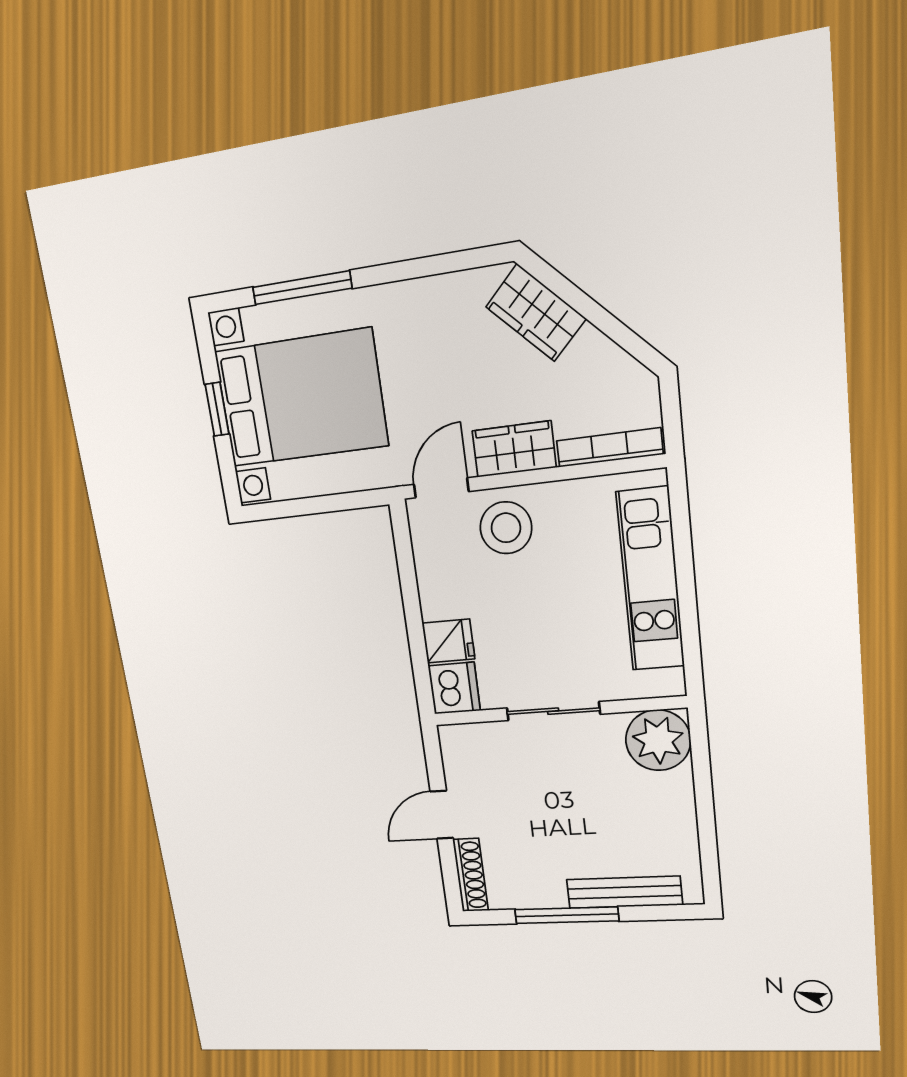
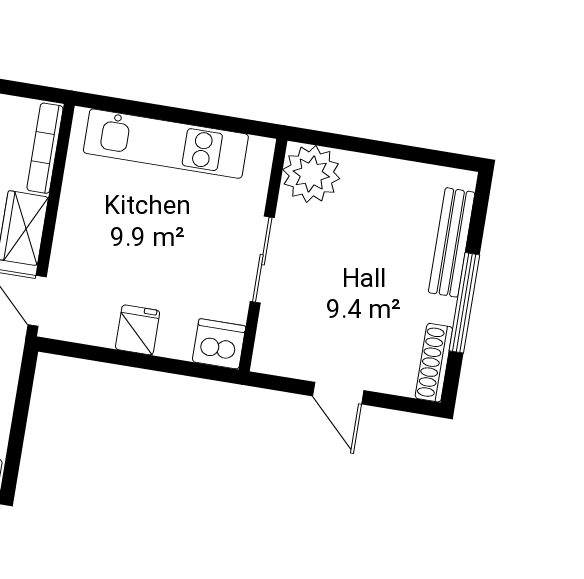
stool: (506, 528) -> (87, 254), removed
fridge: (448, 641) -> (138, 330), moved
shoe rack: (471, 875) -> (434, 363), moved, turned -90

